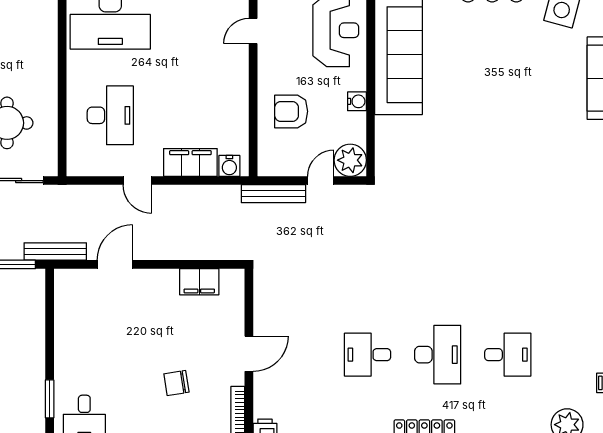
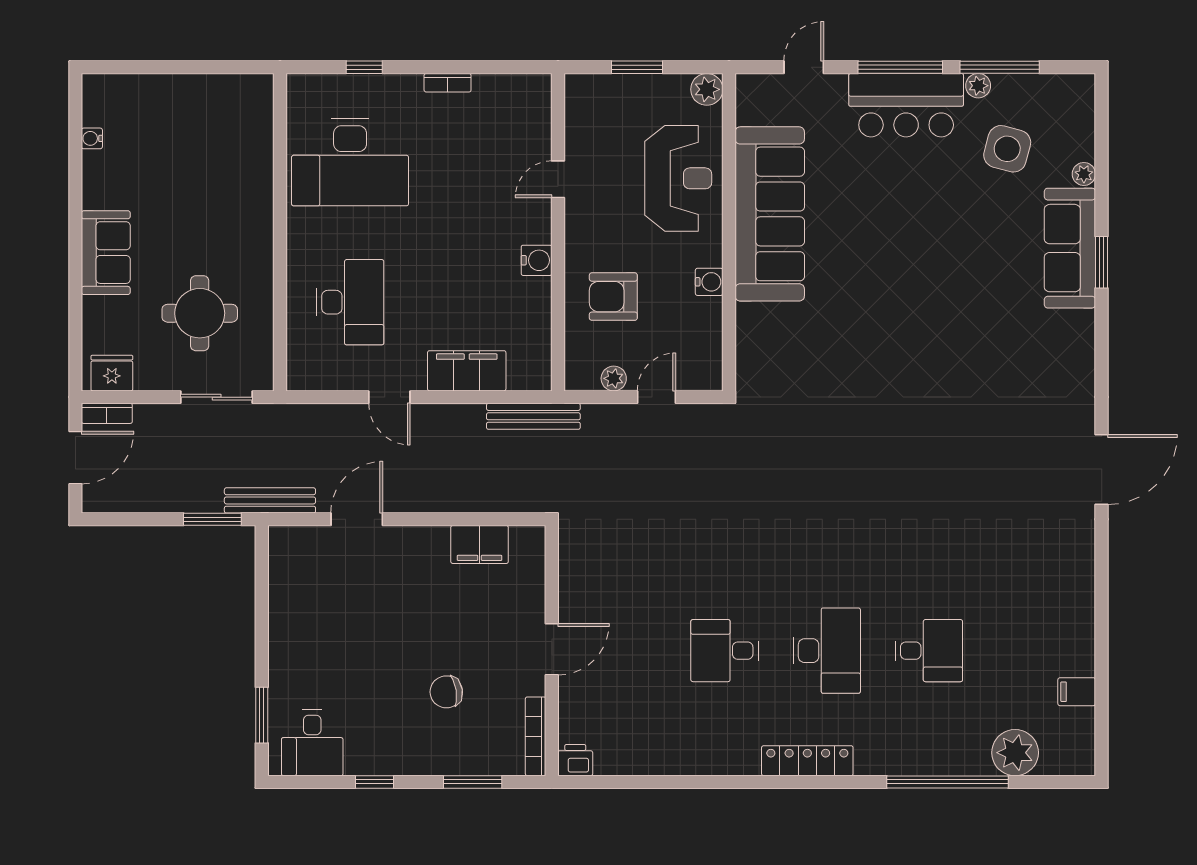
plant: (350, 160) -> (614, 378), moved, width x0.53, depth x0.53
water cooler: (229, 166) -> (537, 260), moved, turned -90
bench: (273, 194) -> (533, 416), moved

